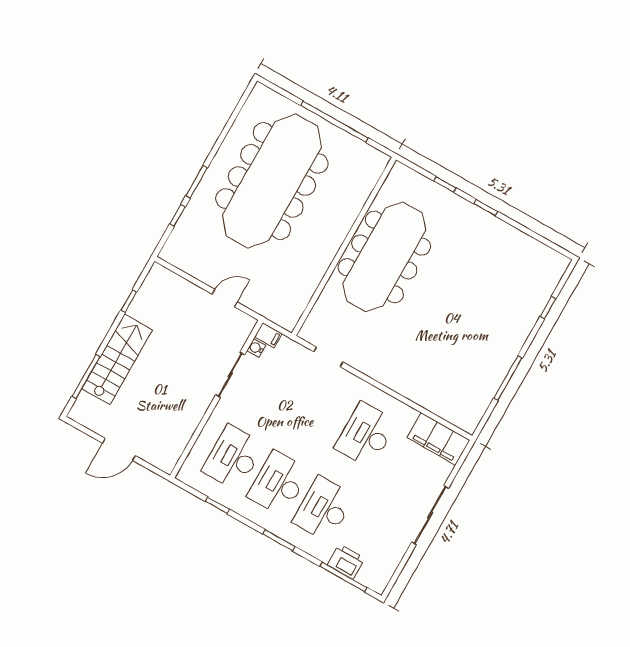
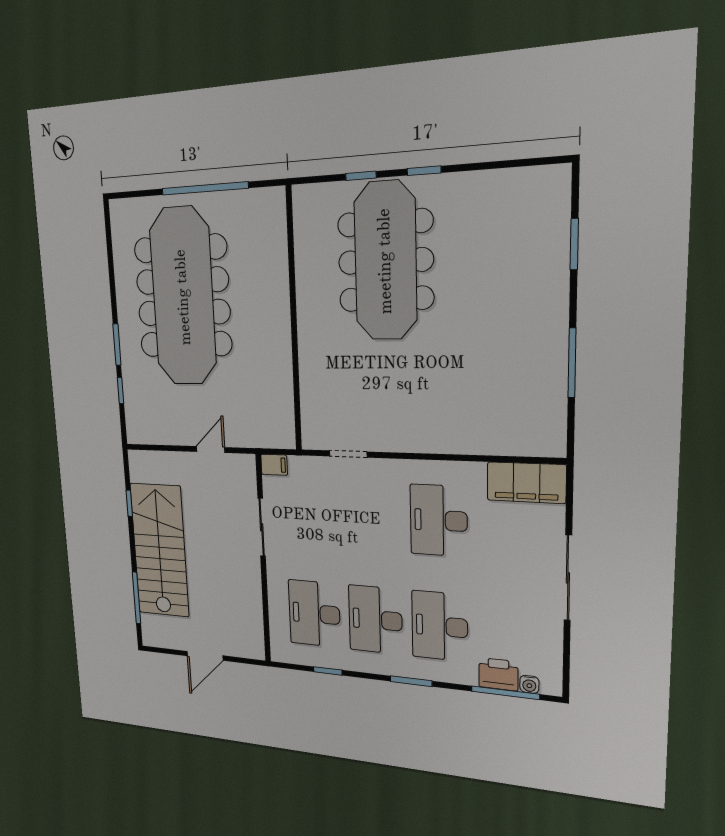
meeting table: (384, 257) -> (385, 261), moved
window: (548, 308) -> (574, 244), width x1.50
water cooler: (256, 348) -> (529, 684), moved, turned -90
stairs: (117, 359) -> (160, 550), width x1.36, depth x1.51

